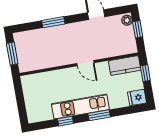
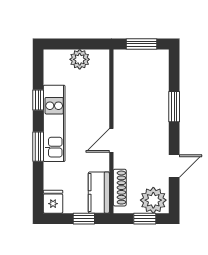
plant: (127, 20) -> (153, 200), width x1.88, depth x1.88
shoe rack: (118, 51) -> (120, 188), added
plant: (31, 96) -> (80, 59), added

